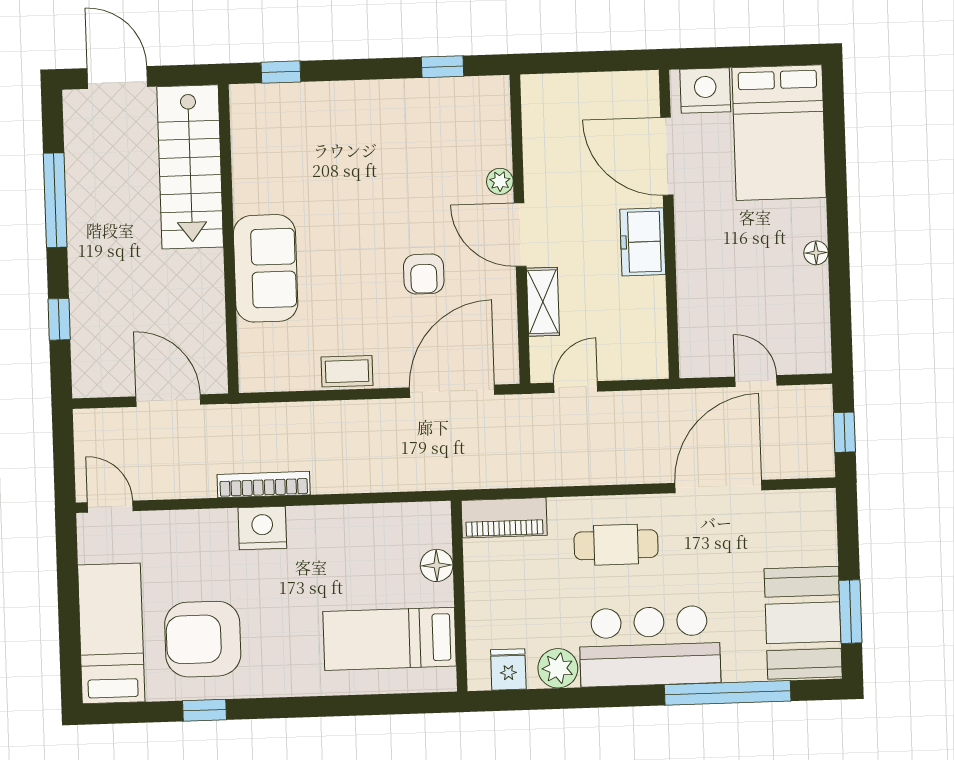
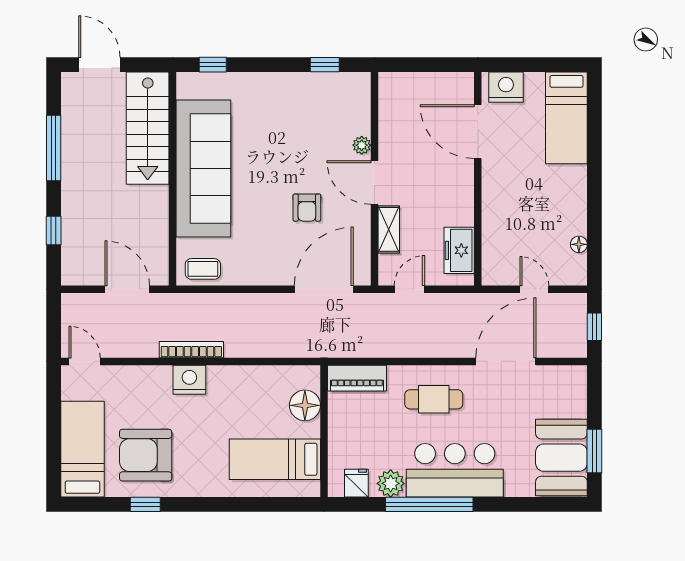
bed: (779, 133) -> (566, 118), width x0.67
freezer: (643, 242) -> (459, 250), moved
floor lamp: (816, 253) -> (579, 244), moved
sofa: (266, 268) -> (203, 169), width x1.85, depth x1.27
coffee table: (347, 371) -> (203, 269), moved
floor lamp: (437, 565) -> (305, 405), width x1.38, depth x1.38
window: (728, 693) -> (429, 504), moved

